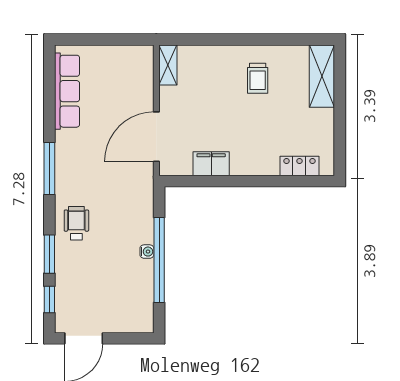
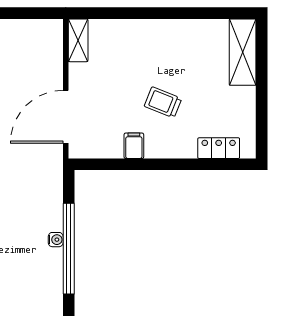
trolley: (258, 78) -> (163, 102), moved, turned 112
filing cabinet: (211, 164) -> (134, 146), width x0.50

